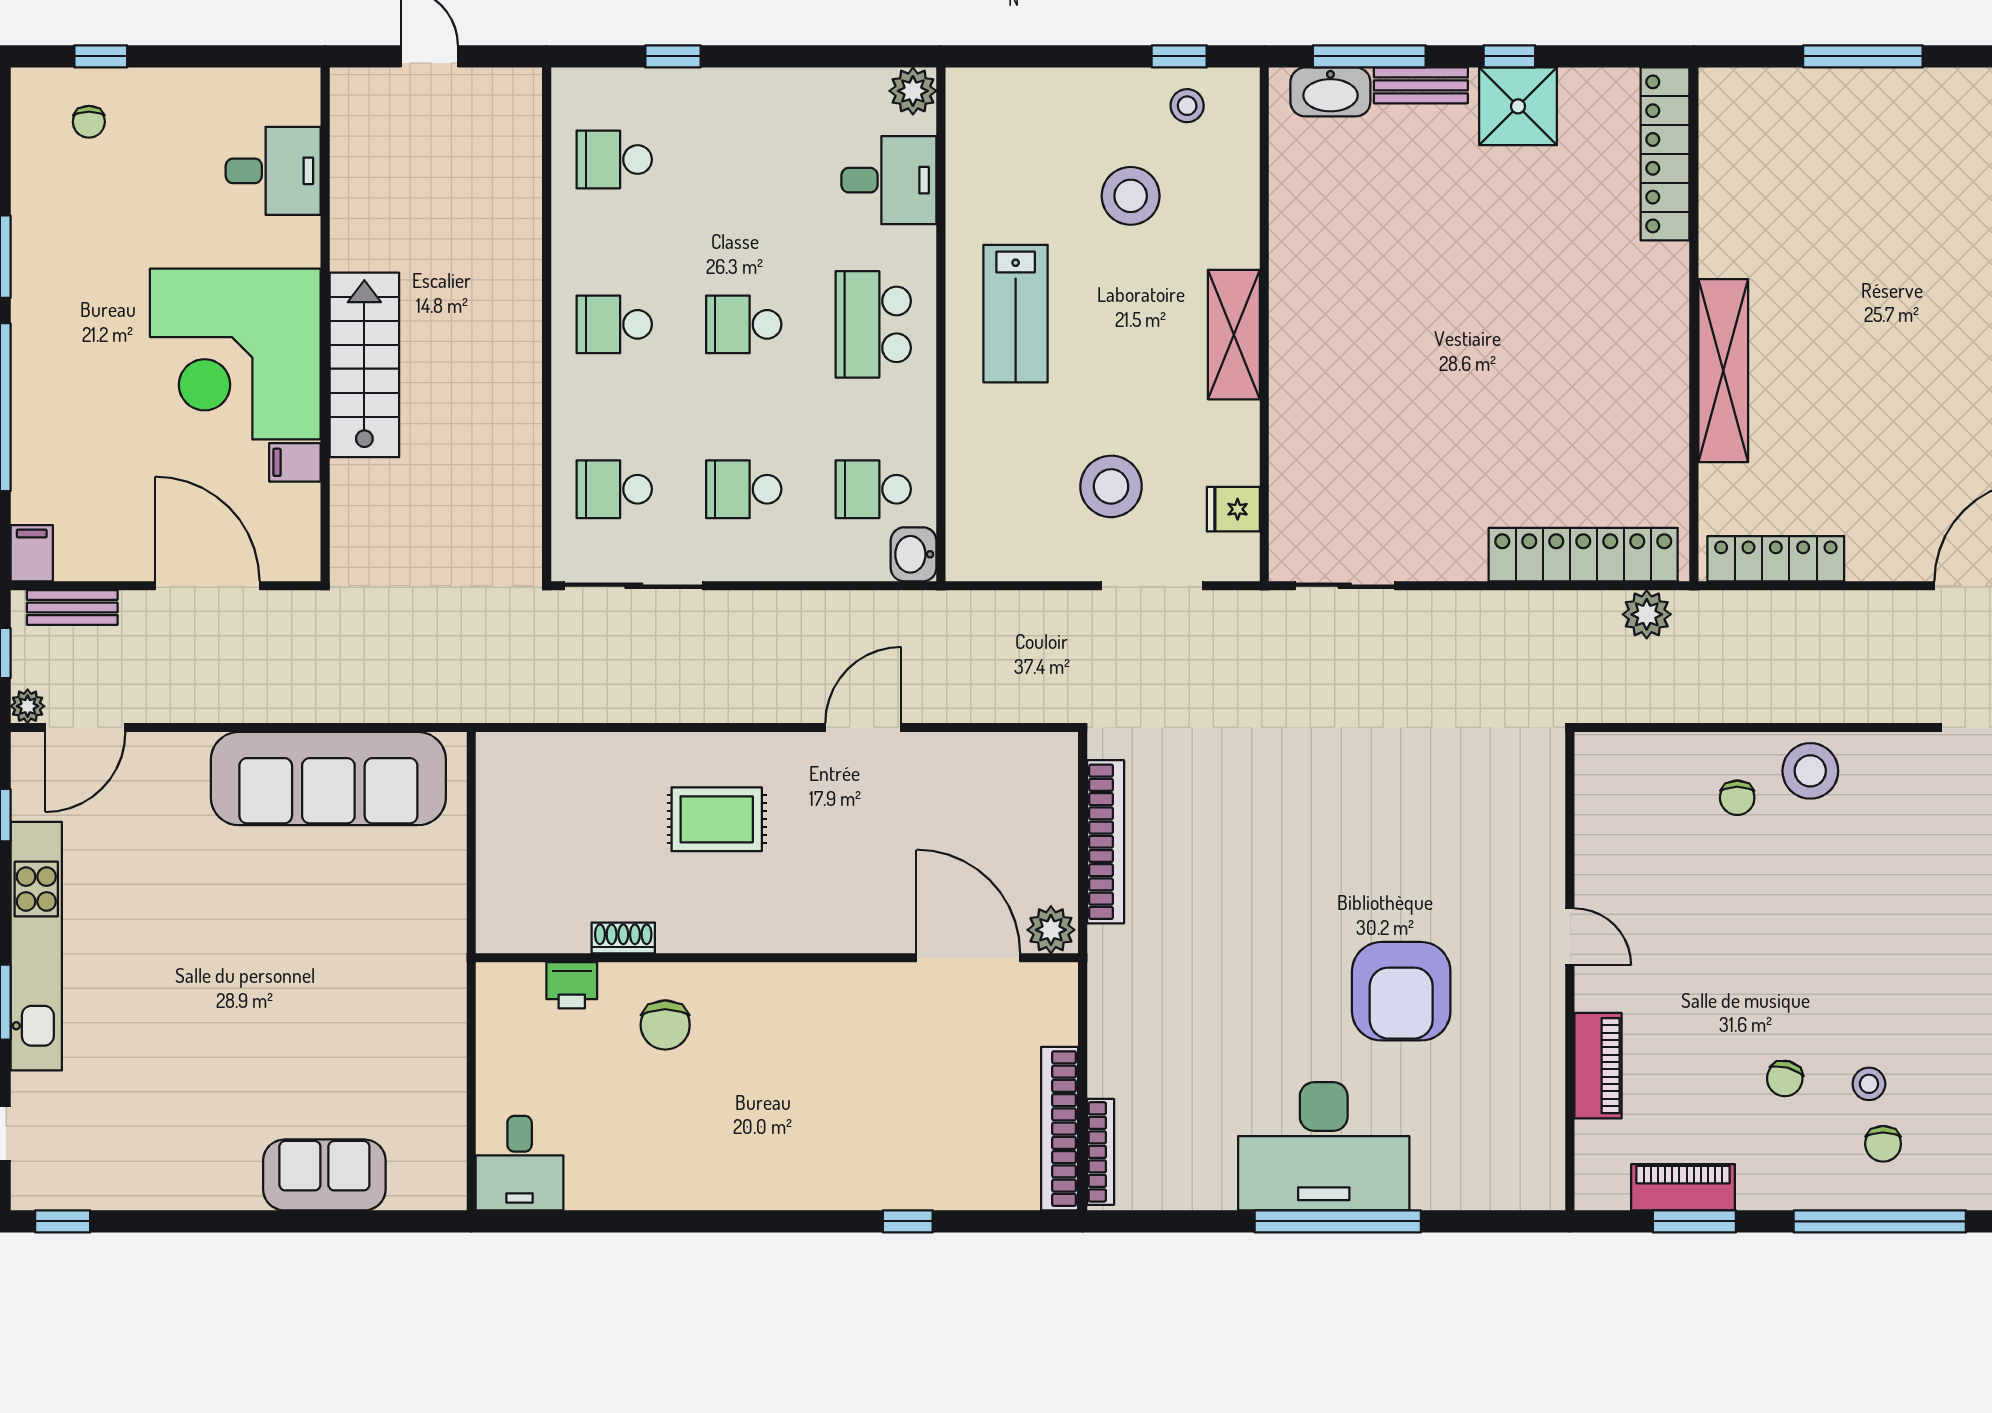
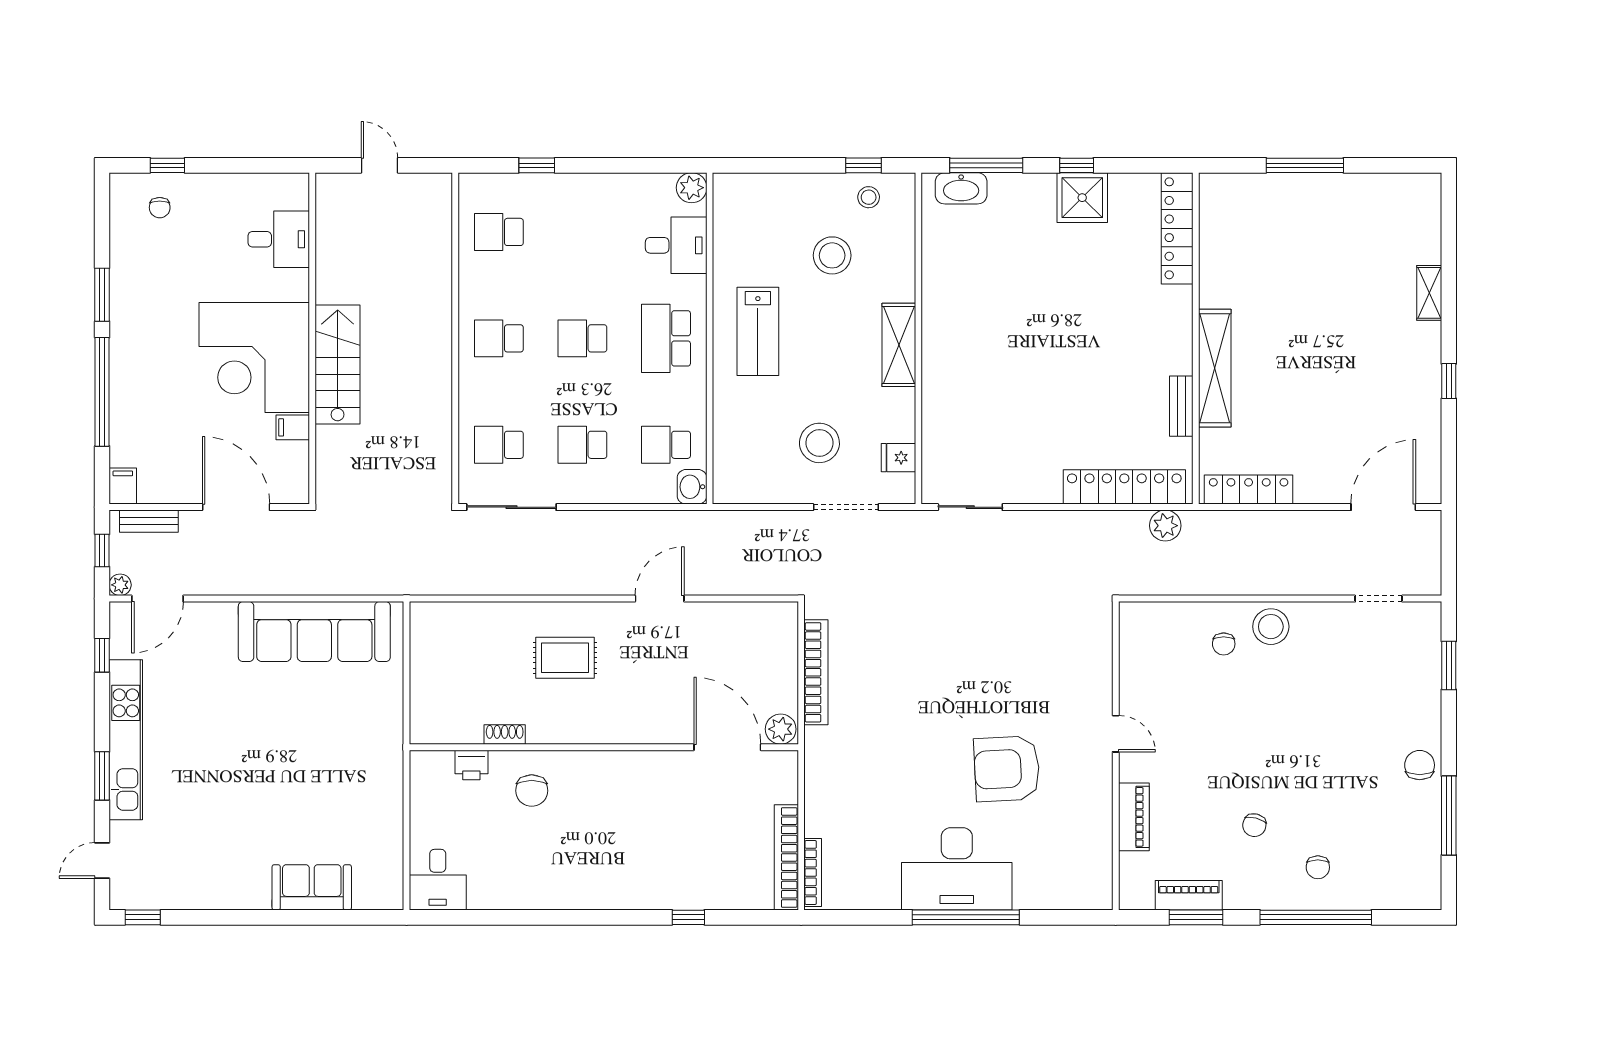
bench: (1421, 85) -> (1181, 406), moved, turned 90
armchair: (1401, 991) -> (1007, 769), turned 87
stool: (1869, 1084) -> (1309, 829), removed

